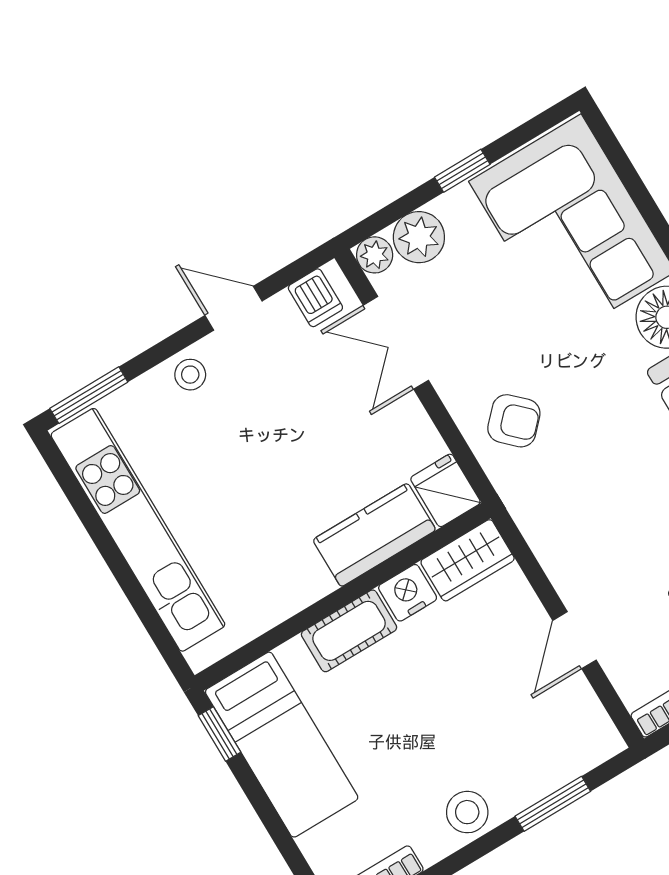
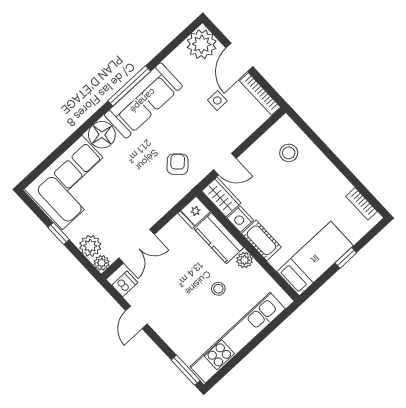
stool: (190, 375) -> (218, 289), moved
armchair: (514, 421) -> (178, 164), moved
plant: (312, 583) -> (245, 260), added
door: (575, 640) -> (225, 164), moved
window: (219, 734) -> (346, 258), moved
window: (553, 804) -> (316, 140), removed
stool: (467, 812) -> (289, 153), moved

